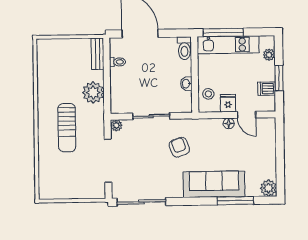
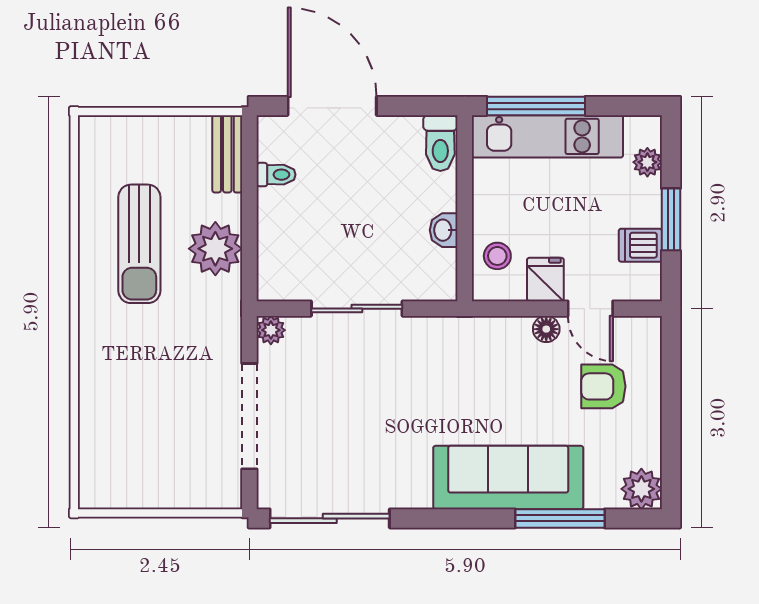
sun lounger: (67, 128) -> (139, 244), moved
armchair: (179, 147) -> (603, 386), moved, turned -70

